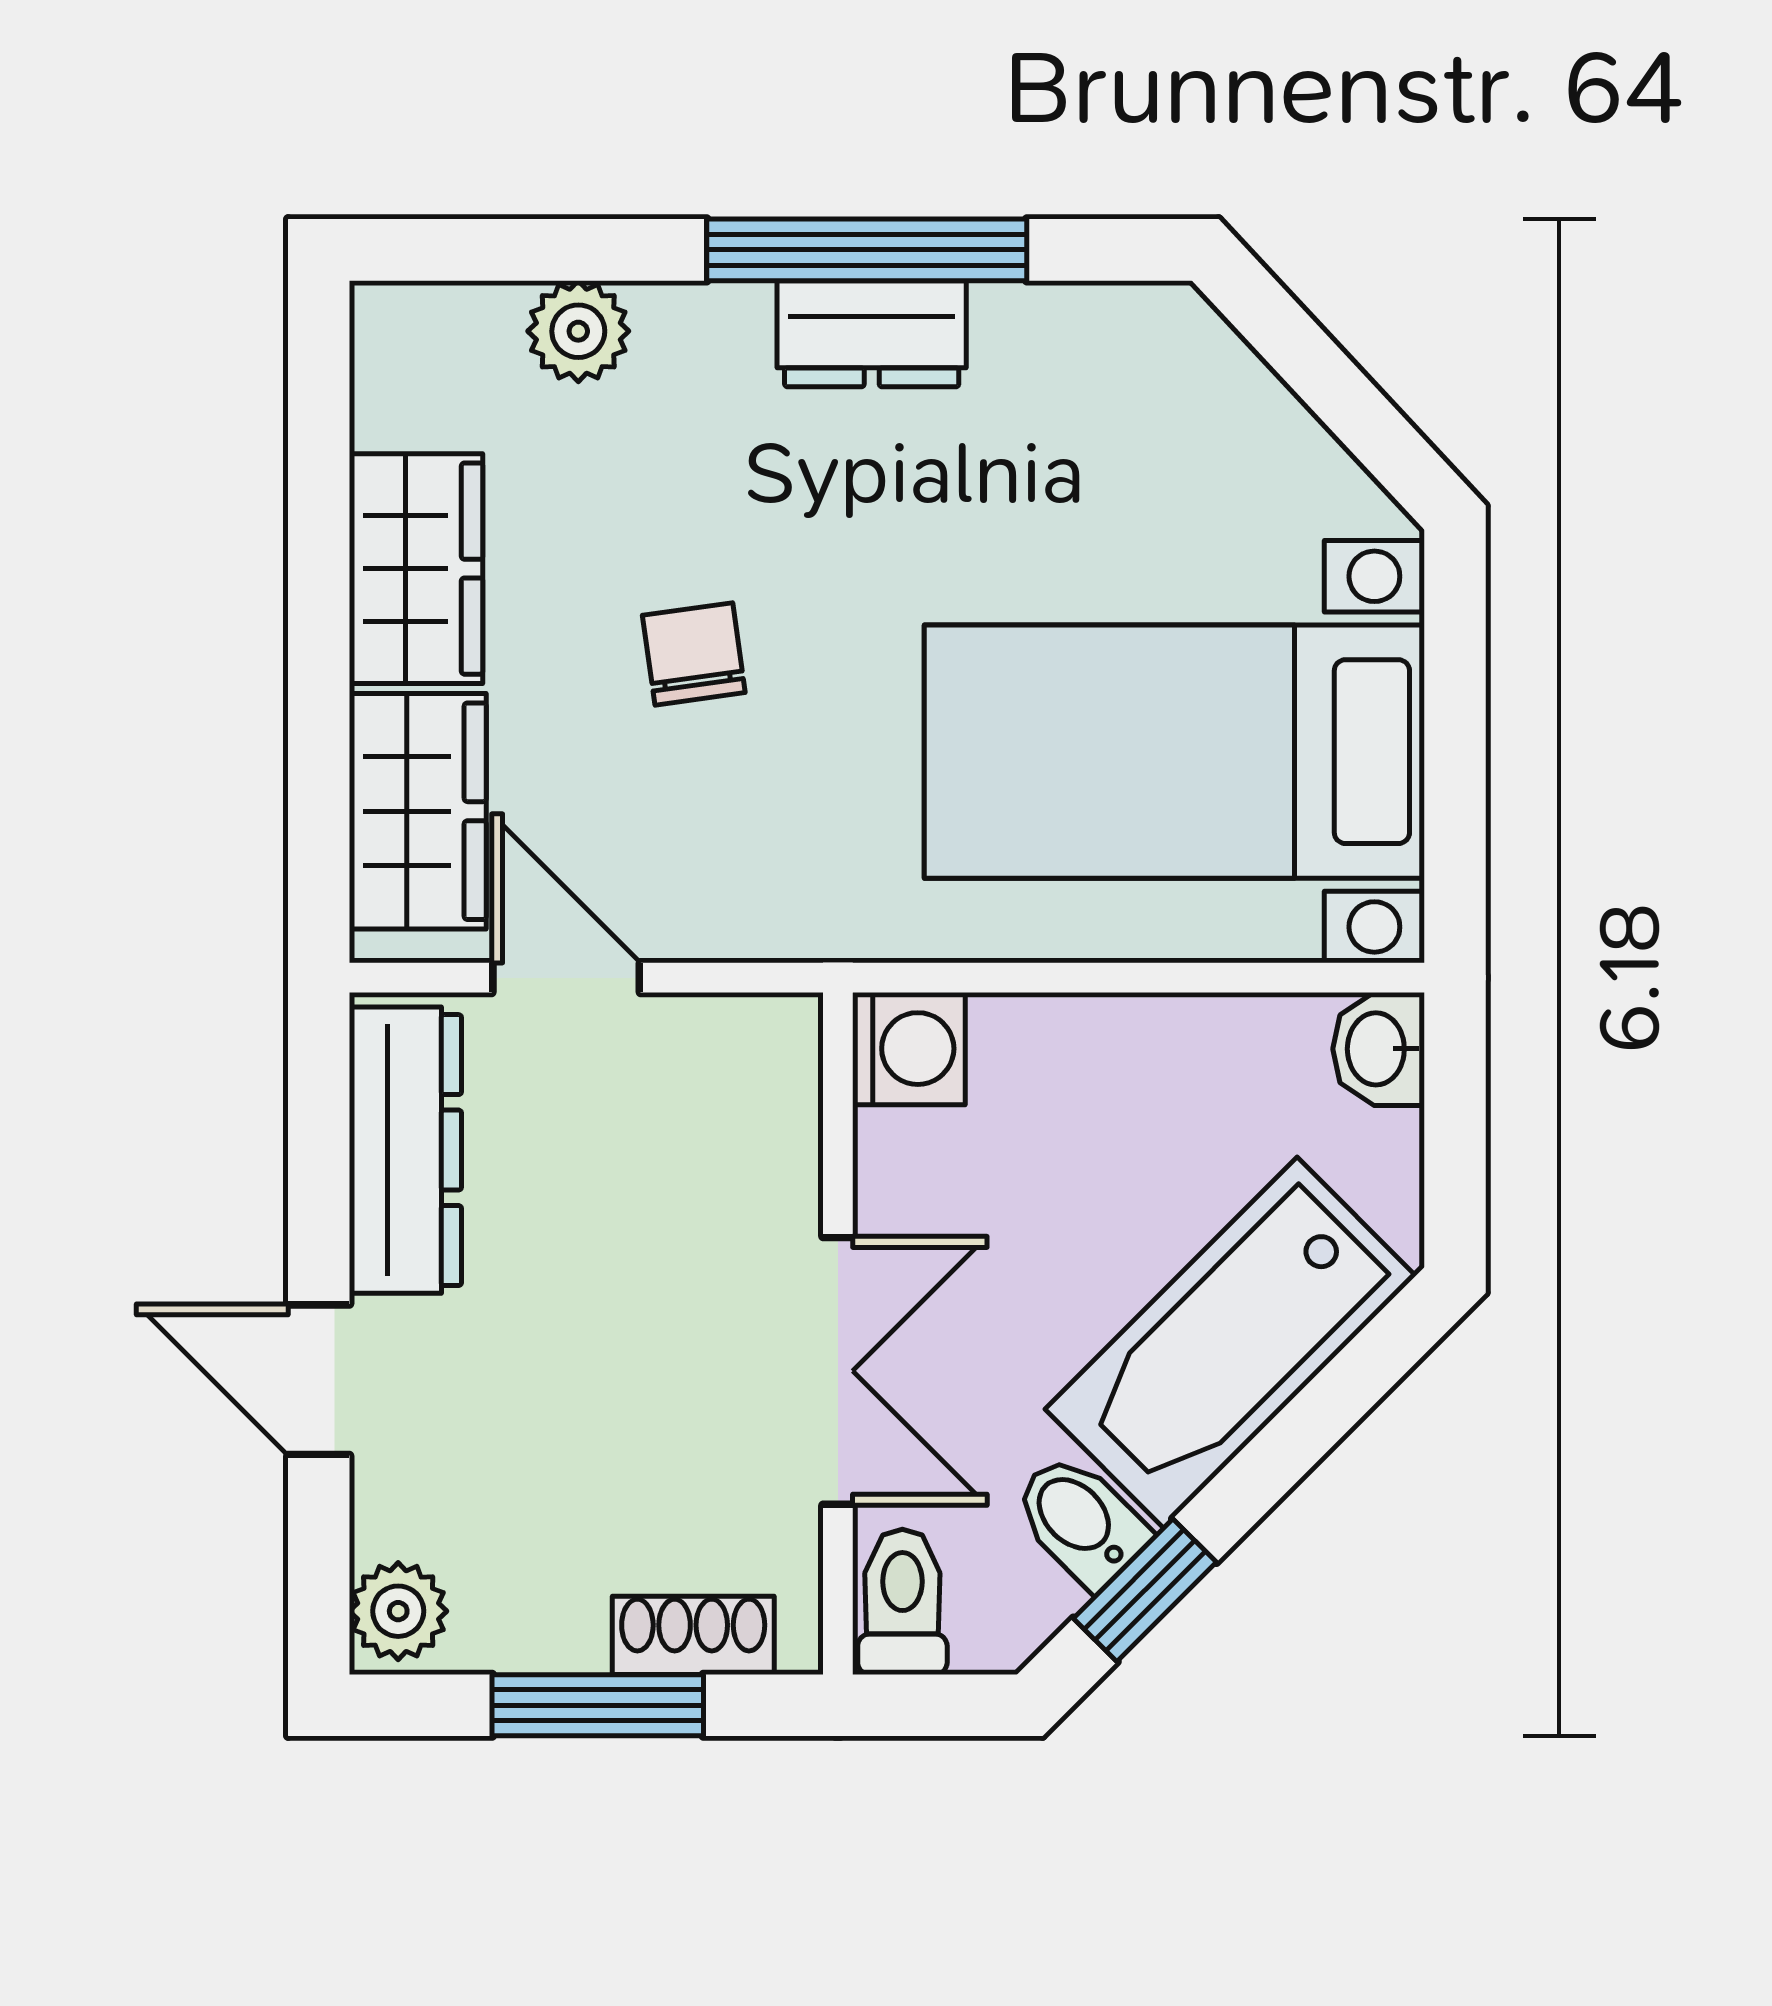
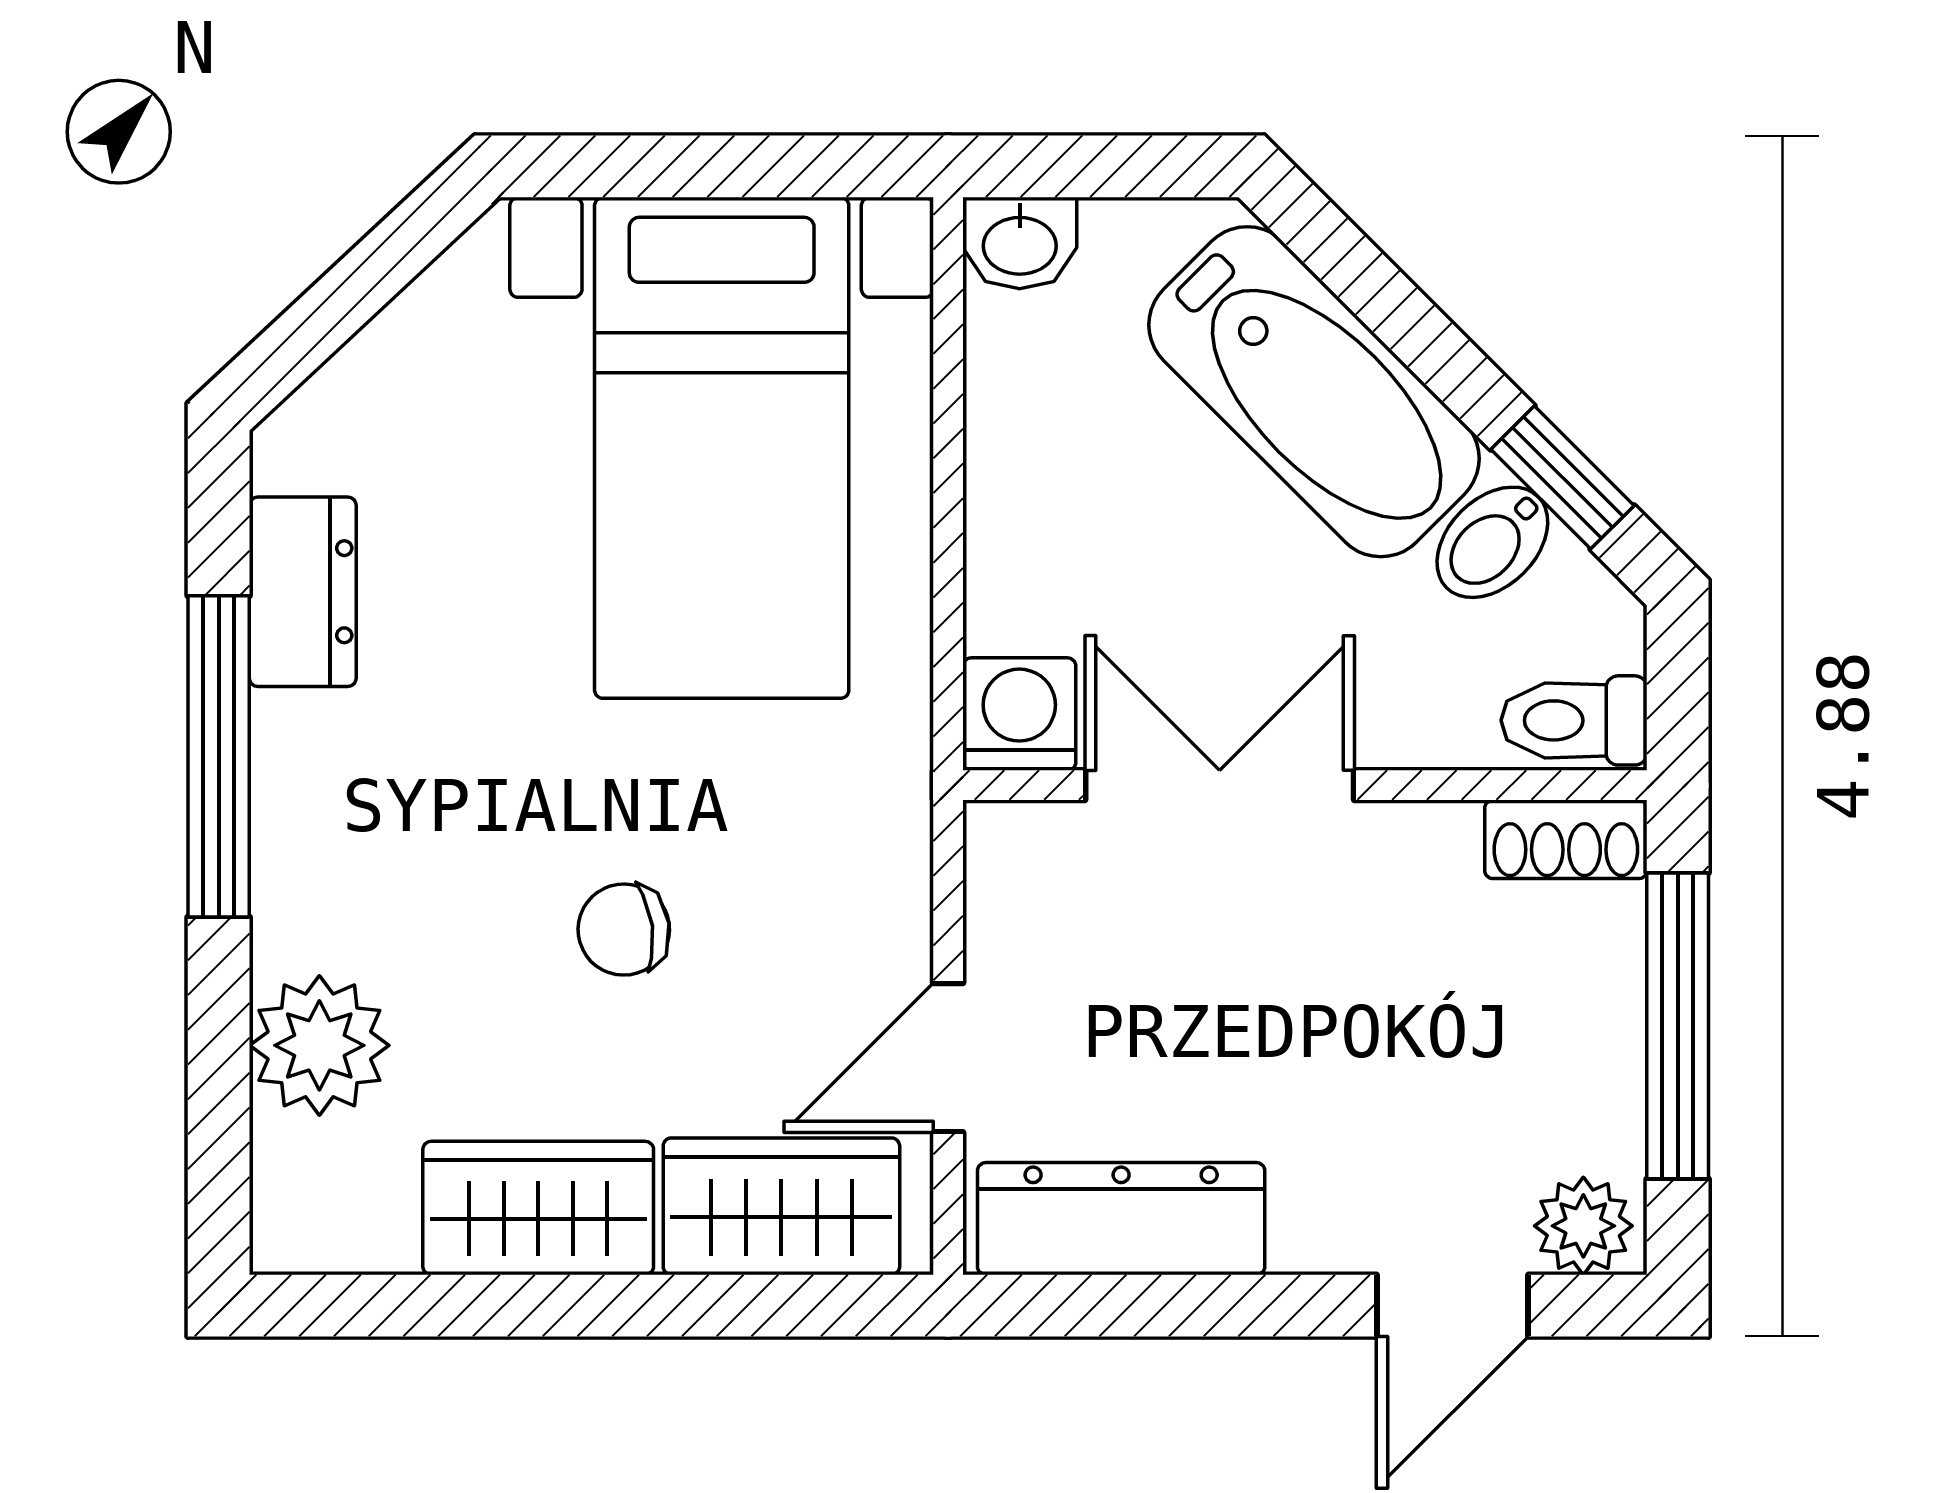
plant: (578, 331) -> (319, 1045), width x1.38, depth x1.38
dresser: (872, 334) -> (303, 592), moved
double door: (838, 1371) -> (1220, 785), moved
door: (319, 1380) -> (1453, 1306), moved
shoe rack: (693, 1635) -> (1566, 839), moved, turned -90
window: (598, 1705) -> (1678, 1026), width x1.44

